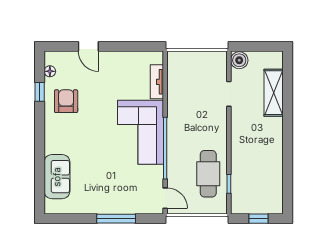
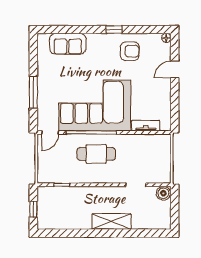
floor lamp: (50, 71) -> (166, 38), moved
window: (40, 92) -> (114, 29), moved
shelving: (274, 93) -> (111, 222), moved
corner sofa: (140, 132) -> (95, 105), width x1.36, depth x1.36
cafe table: (208, 174) -> (96, 154), moved

